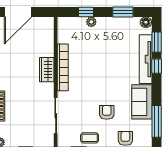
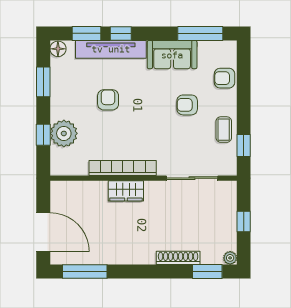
plant: (91, 22) -> (64, 133), width x1.88, depth x1.88
armchair: (110, 57) -> (108, 100), added

